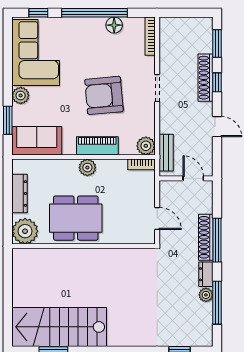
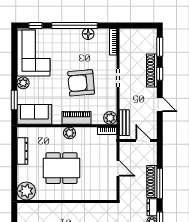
plant: (25, 231) -> (26, 191), moved
wall: (84, 246) -> (67, 201), moved

